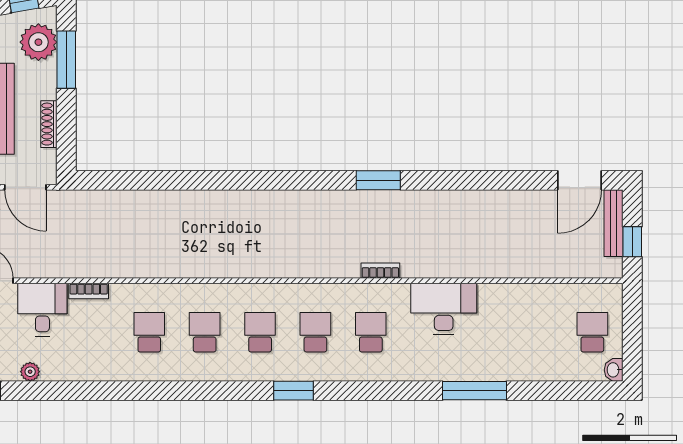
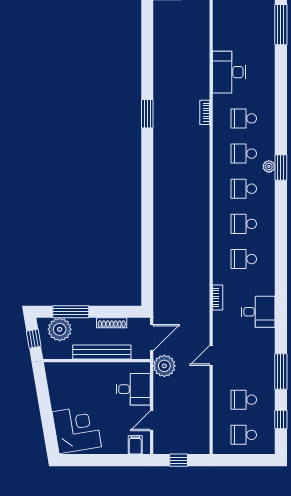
desk: (42, 310) -> (258, 312), moved, turned 180
plant: (30, 372) -> (269, 166), moved
window: (474, 391) -> (281, 25), moved

